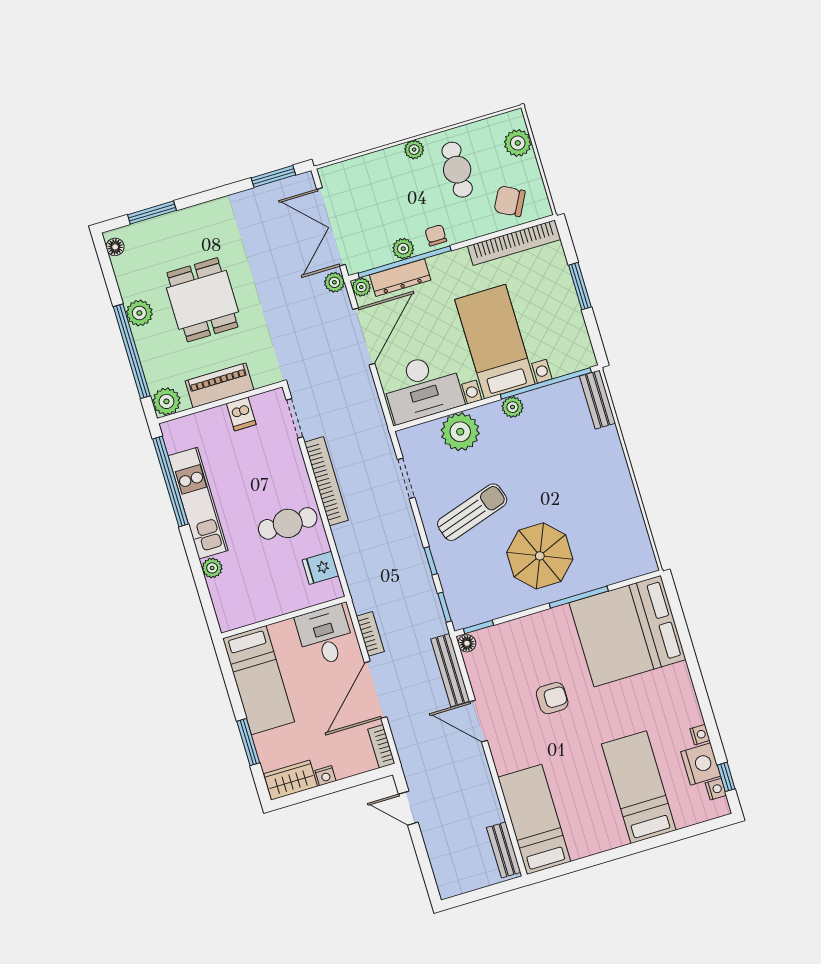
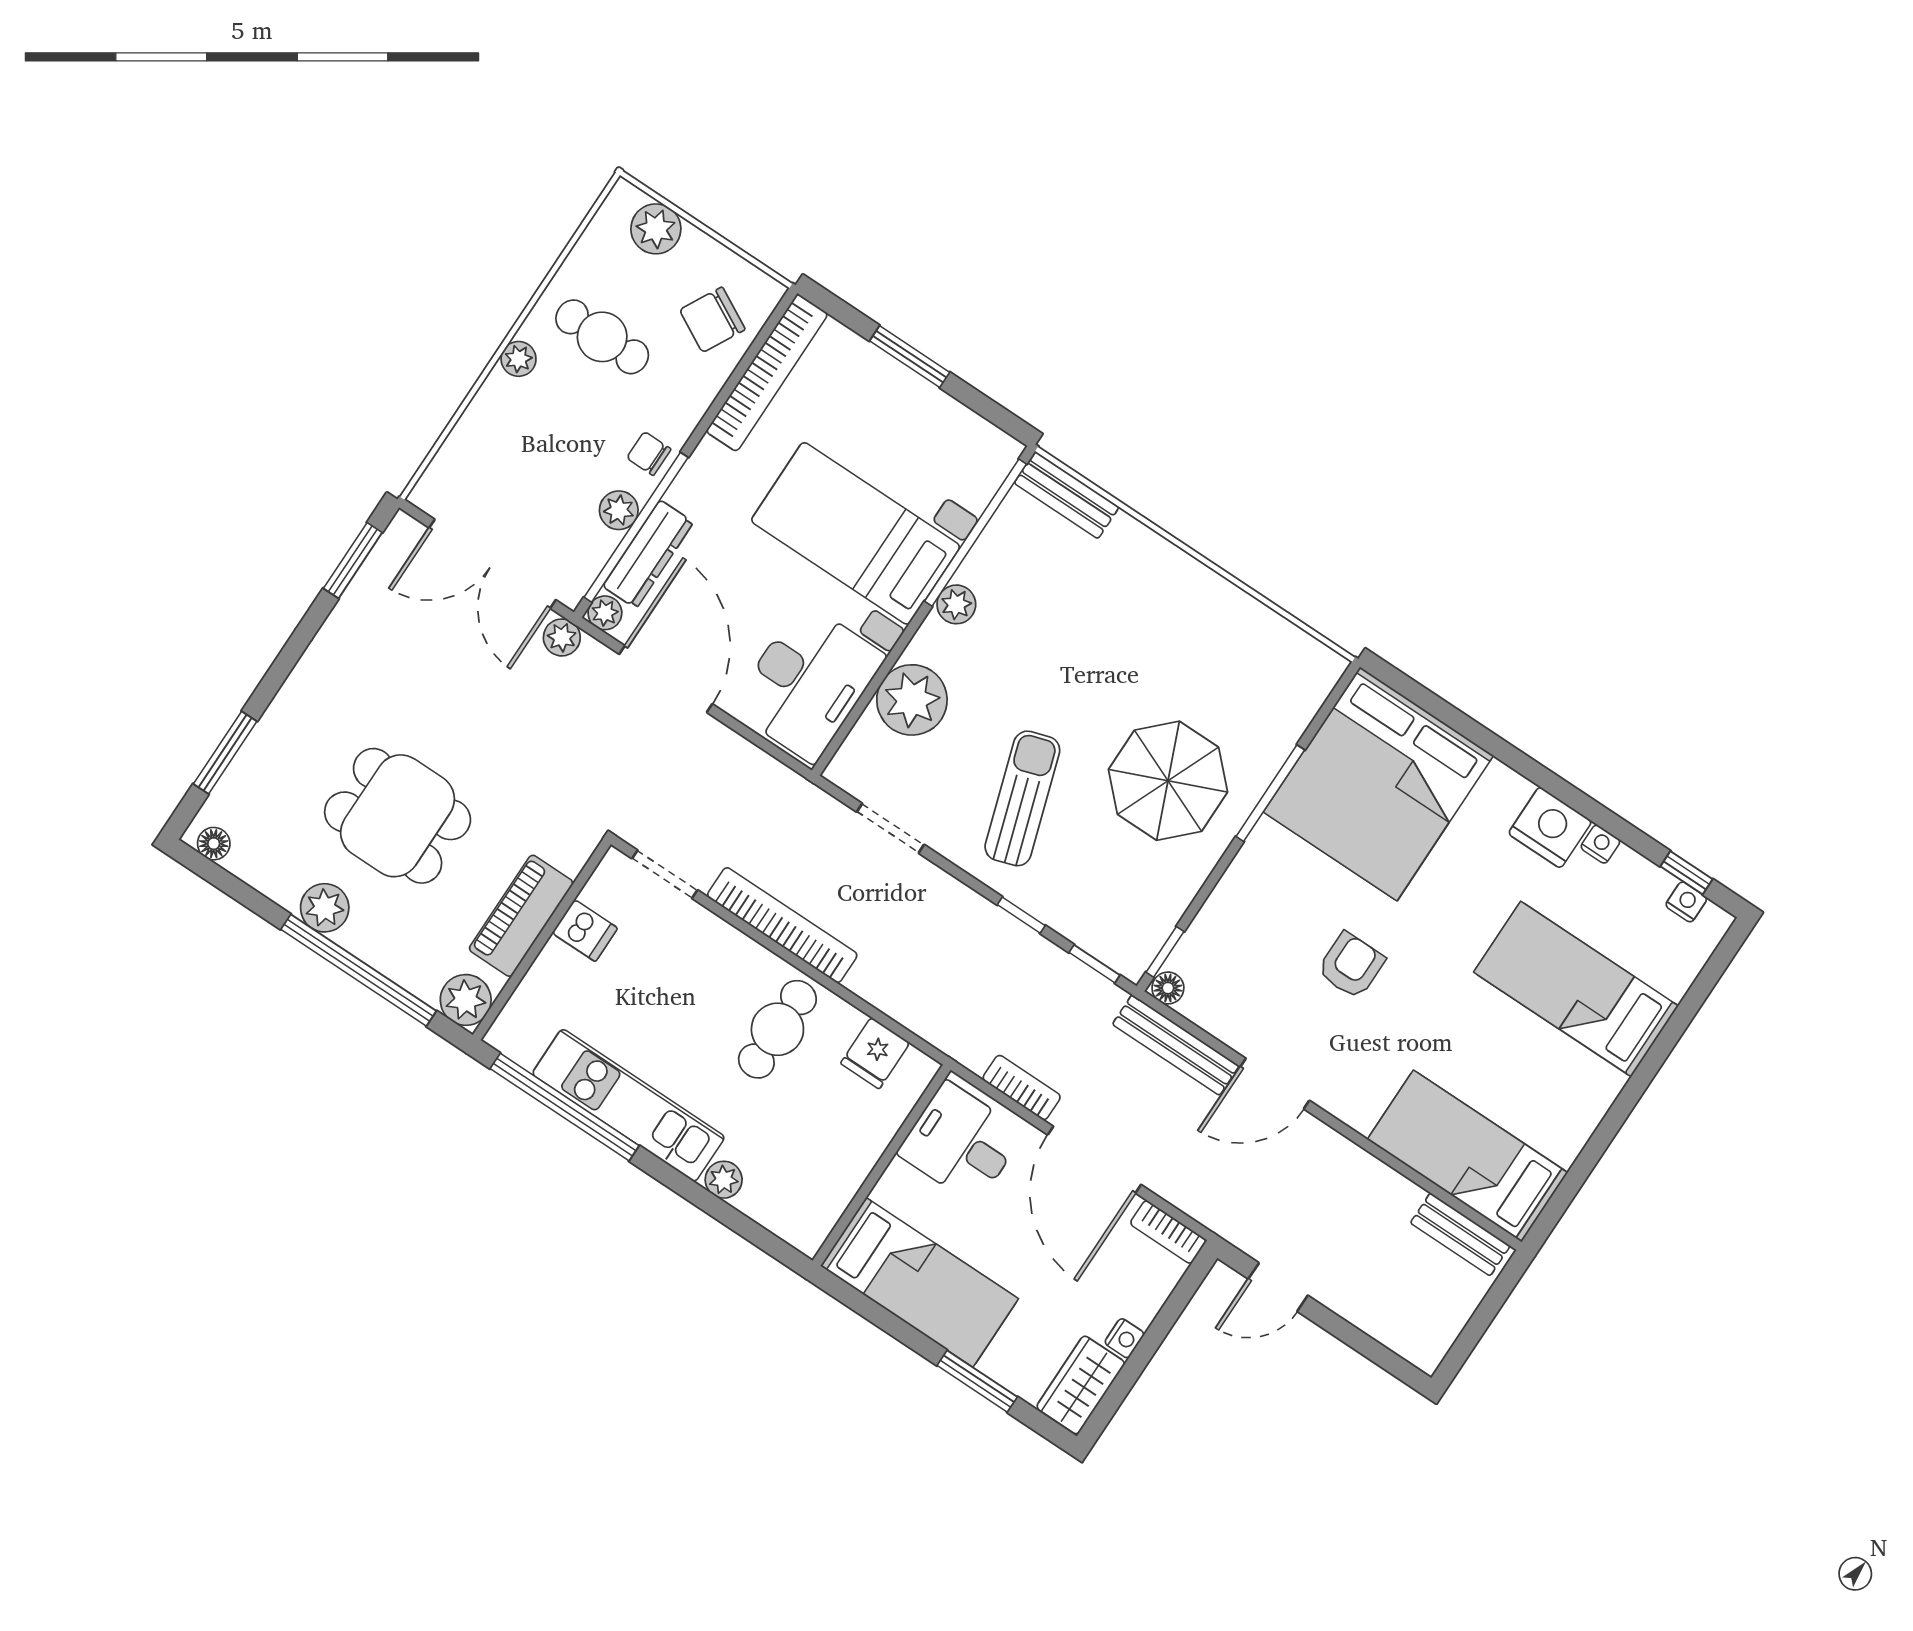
nightstand: (701, 764) -> (1550, 827), moved

